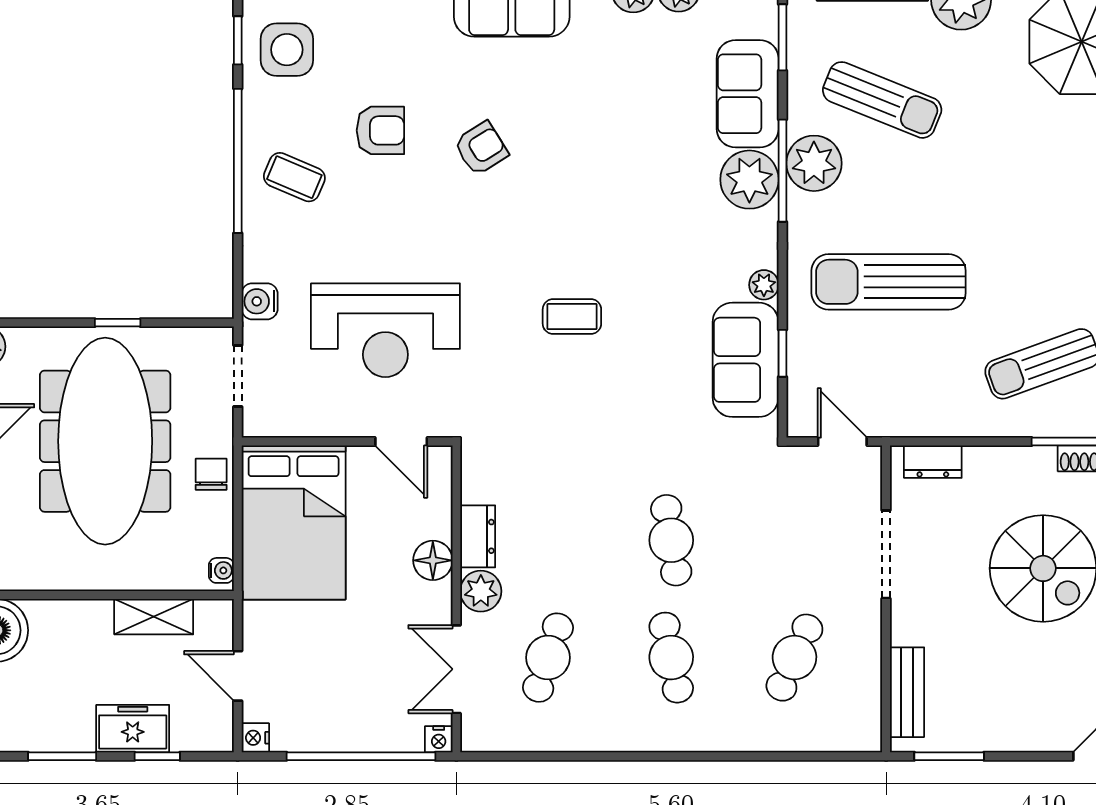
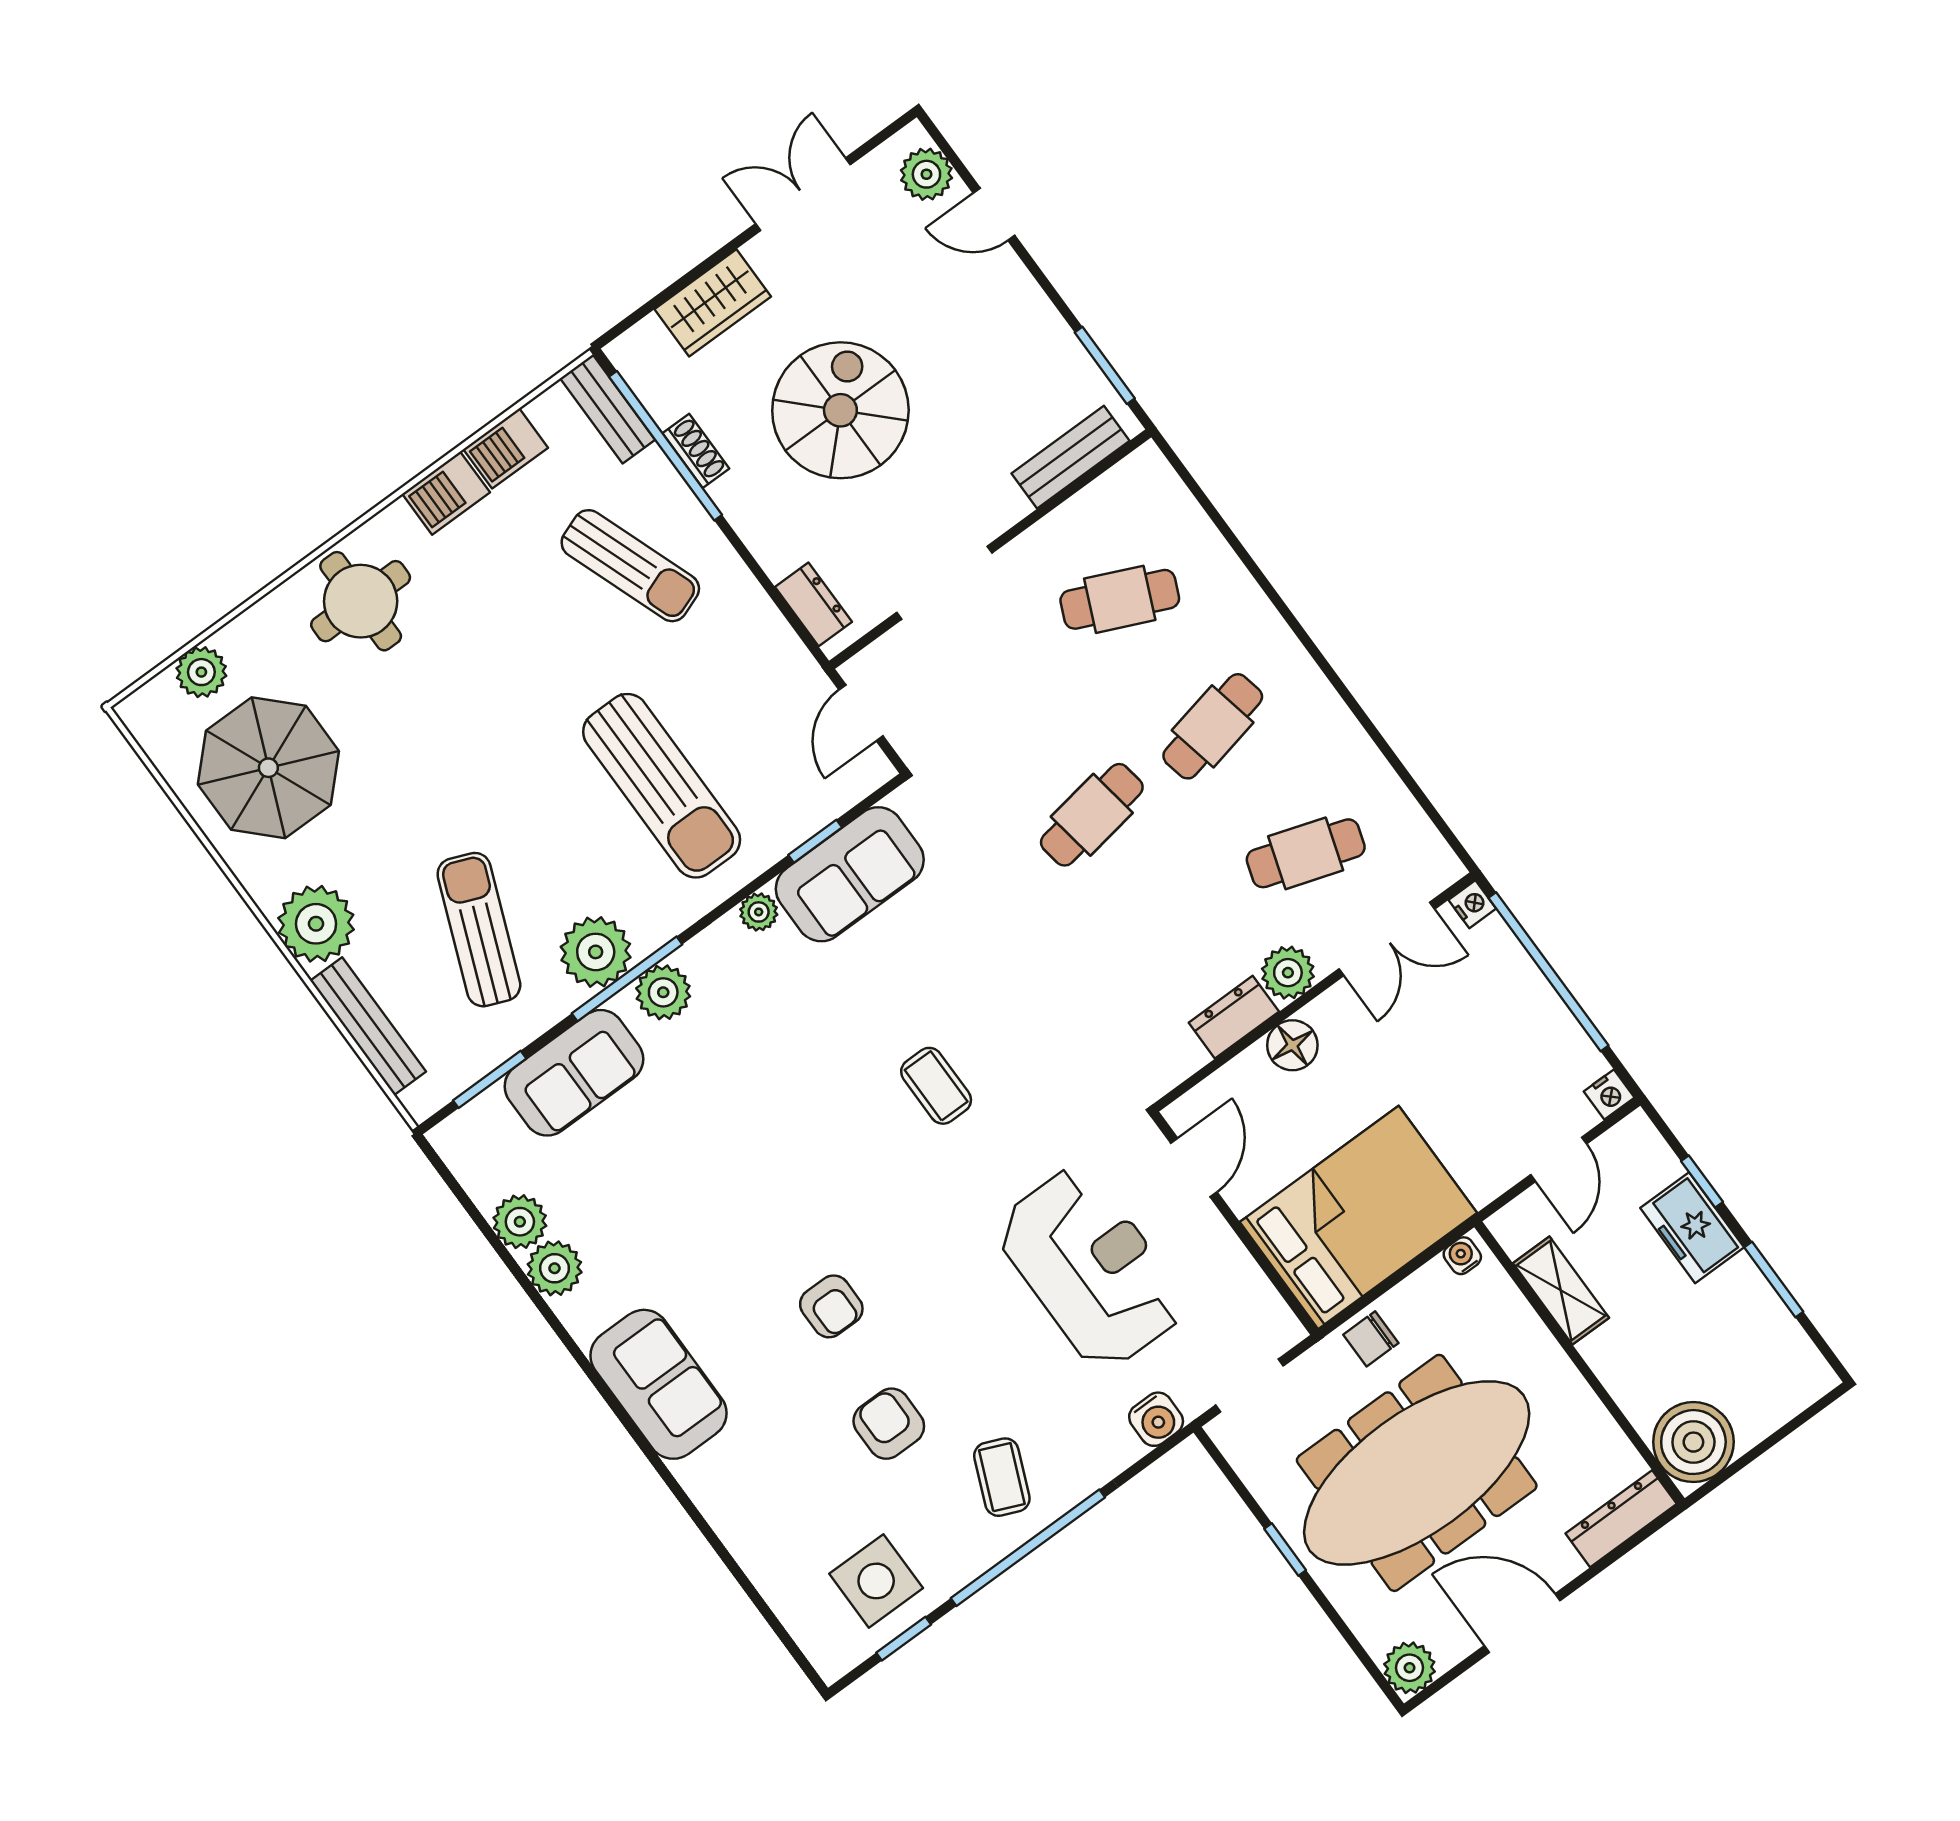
armchair: (481, 148) -> (831, 1306), turned -148
plant: (749, 180) -> (663, 992), width x0.73, depth x0.73

